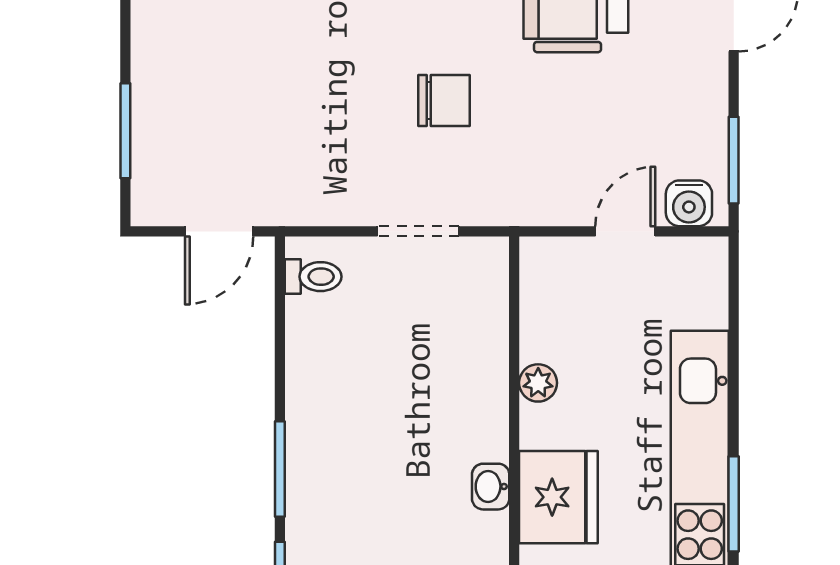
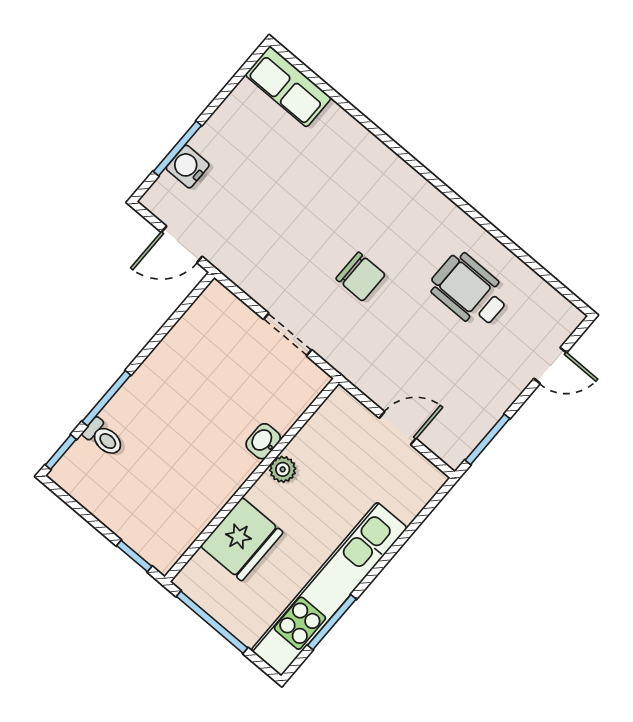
water cooler: (689, 203) -> (188, 167), moved, turned 90
toilet: (313, 277) -> (104, 437), moved
washbasin: (491, 487) -> (263, 441), moved

